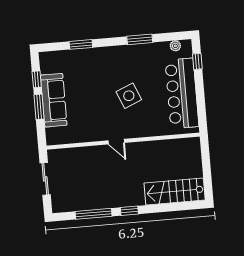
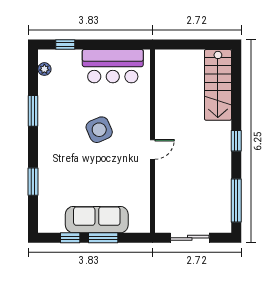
bar counter: (182, 93) -> (113, 66), width x0.73
window: (94, 214) -> (236, 201), moved

